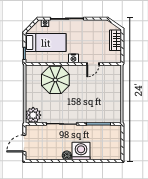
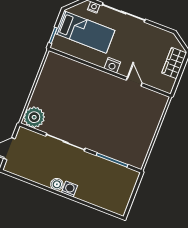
door: (93, 64) -> (134, 82), swing flipped
parasol: (55, 80) -> (79, 84), removed
washing machine: (81, 151) -> (70, 189), width x0.53, depth x0.53

